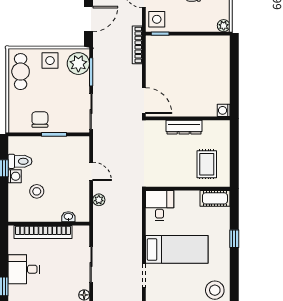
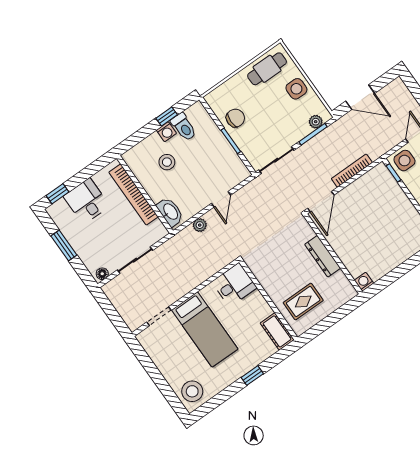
bookcase: (137, 45) -> (352, 171), moved
plant: (78, 64) -> (316, 122), width x0.53, depth x0.53
washbasin: (68, 217) -> (170, 212), width x1.91, depth x1.45

